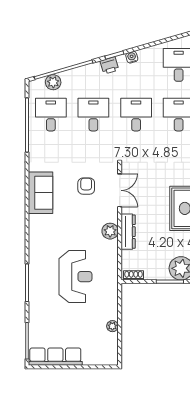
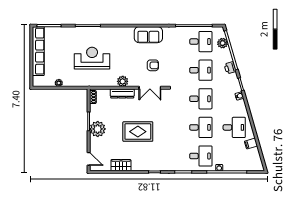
printer: (109, 65) -> (230, 68), moved
reception desk: (75, 277) -> (92, 58), turned 180
row of seats: (55, 357) -> (38, 51), width x1.36

